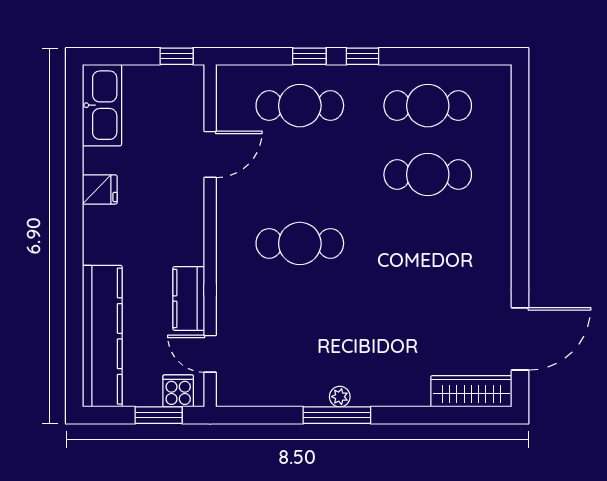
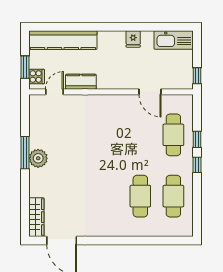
cafe table: (300, 243) -> (107, 135), removed
plant: (340, 397) -> (38, 158), width x1.88, depth x1.88

